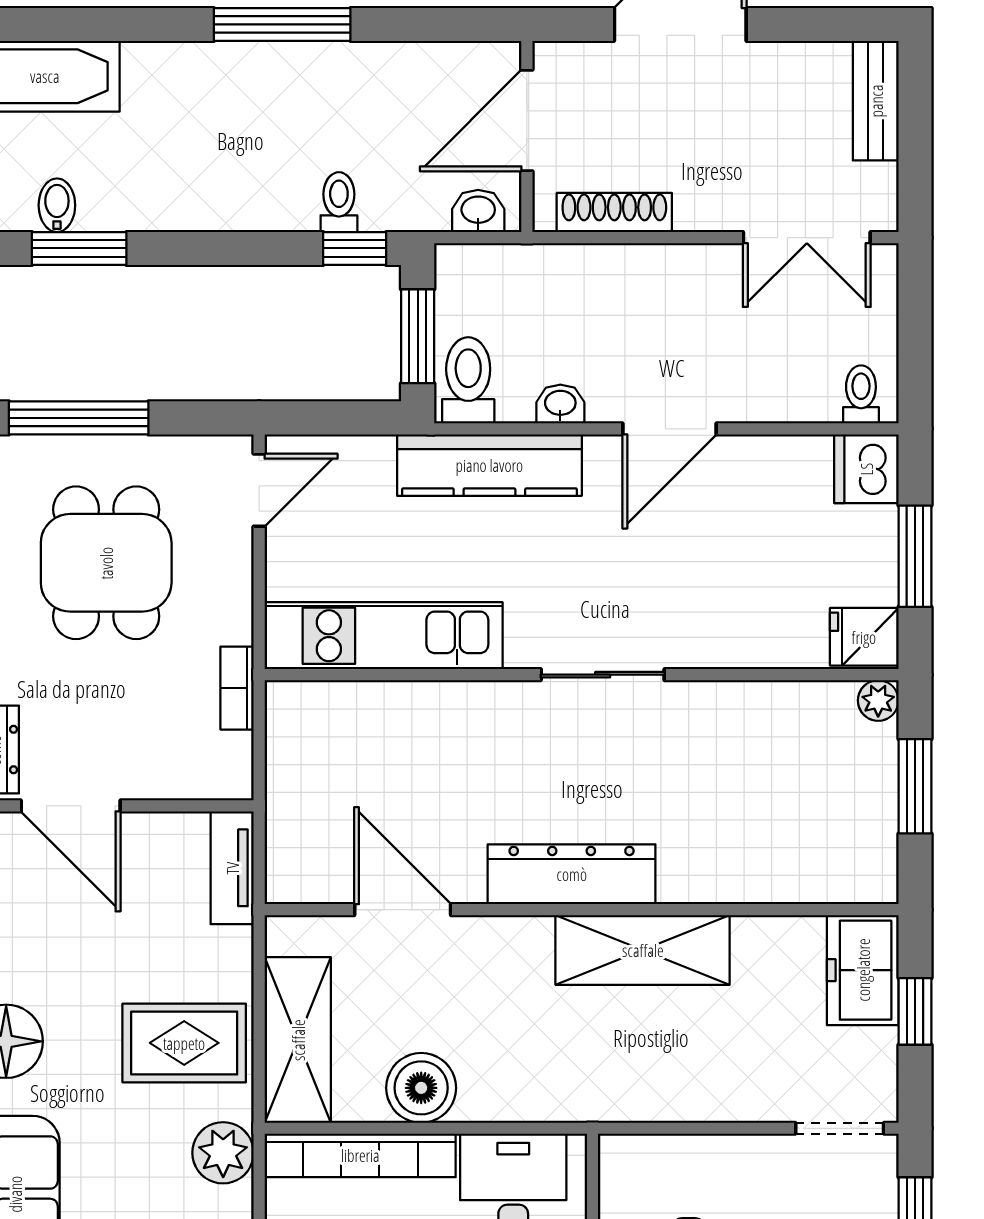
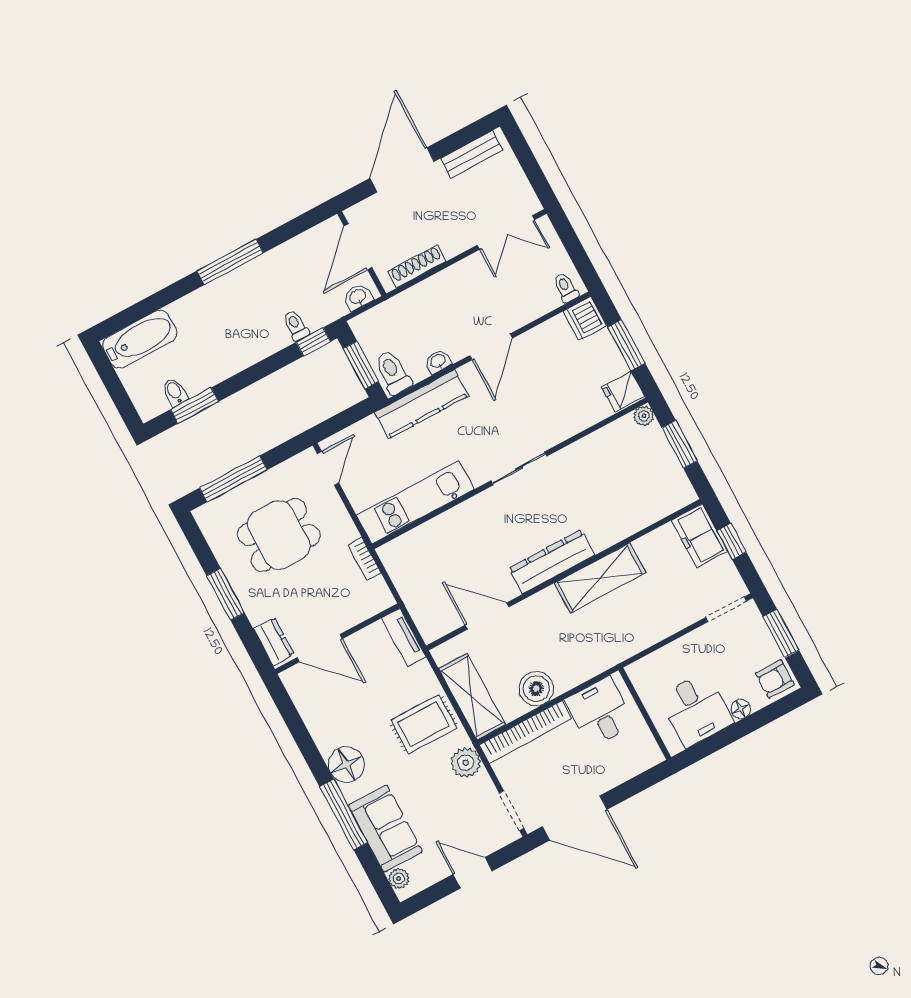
bench: (876, 101) -> (472, 154), moved, turned 90
dining table: (106, 563) -> (279, 535), turned 90

